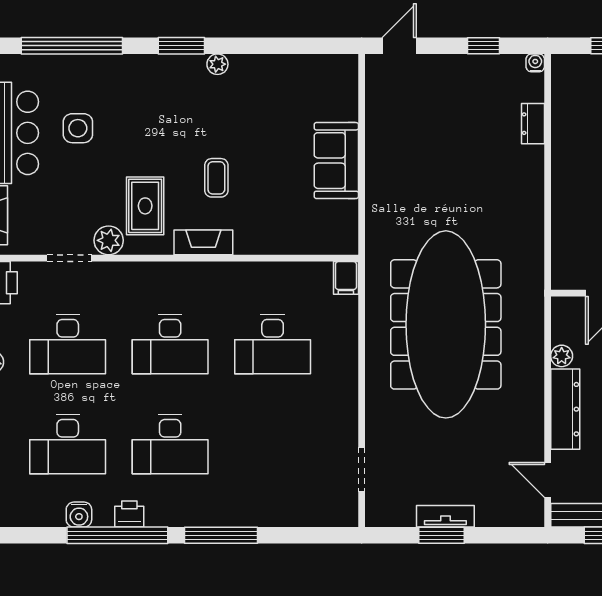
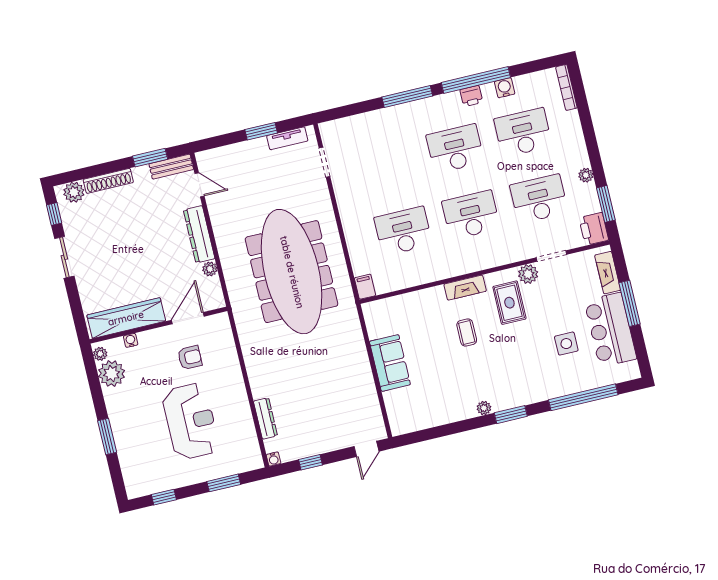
dresser: (533, 124) -> (265, 418), width x1.44
tv unit: (445, 516) -> (287, 138), moved

